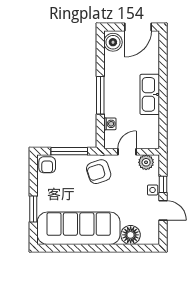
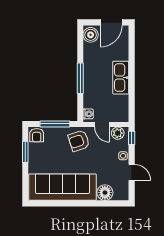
washing machine: (110, 124) -> (88, 114), moved
door: (127, 152) -> (102, 125), swing flipped
window: (163, 184) -> (132, 138), moved
window: (33, 209) -> (25, 152), moved

